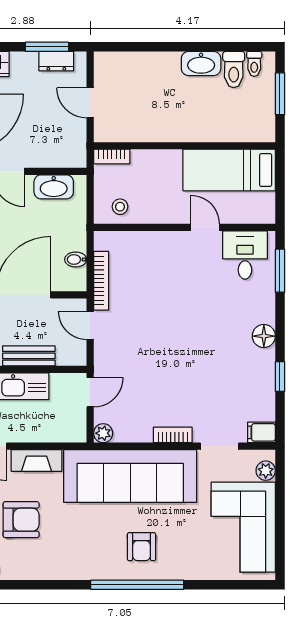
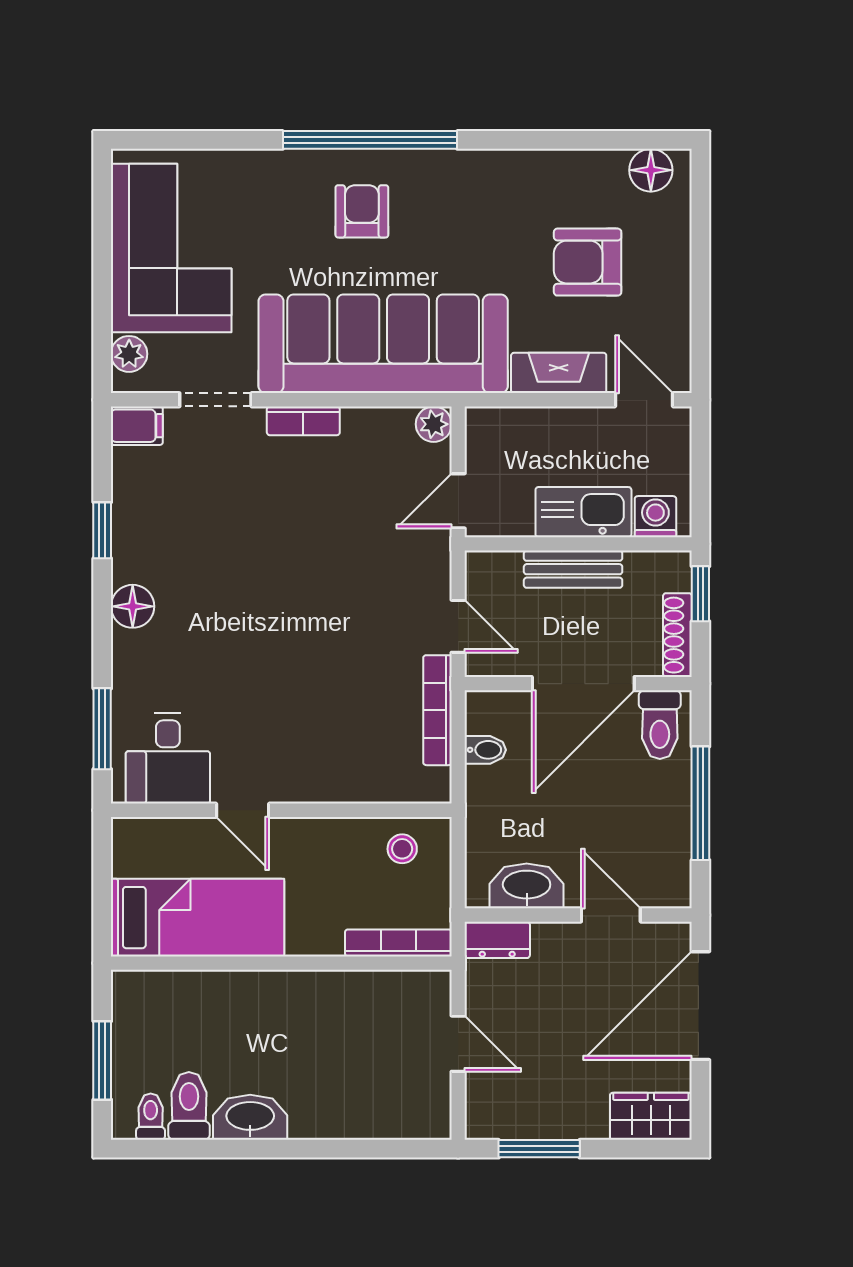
dresser: (56, 61) -> (497, 940), moved, turned 180
bookcase: (112, 157) -> (398, 943), width x1.56

